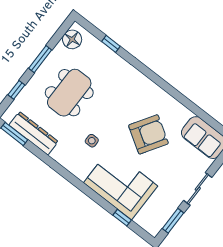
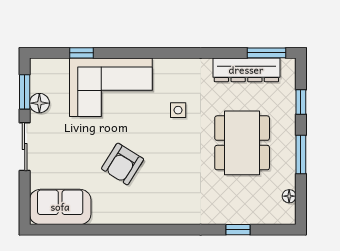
floor lamp: (72, 39) -> (289, 196), width x0.53, depth x0.53
armchair: (148, 134) -> (123, 164), width x0.73, depth x0.73
floor lamp: (169, 208) -> (39, 103), added

